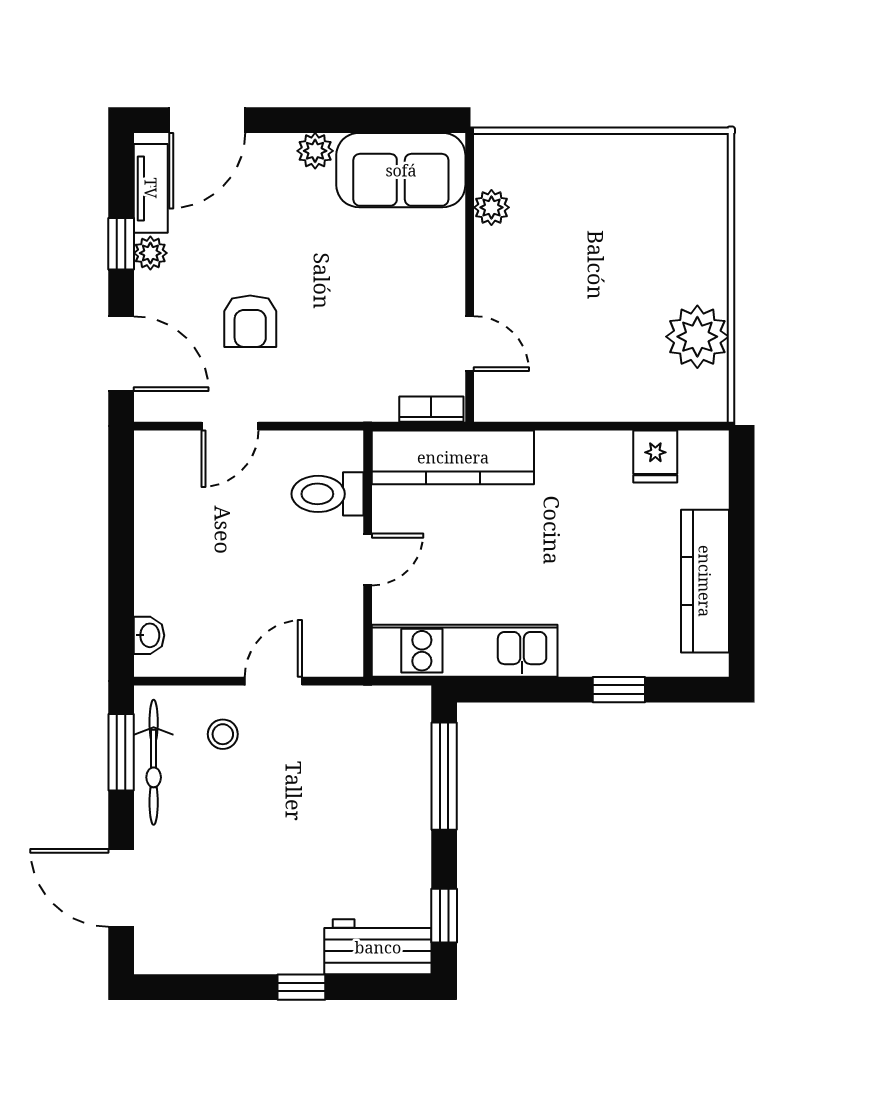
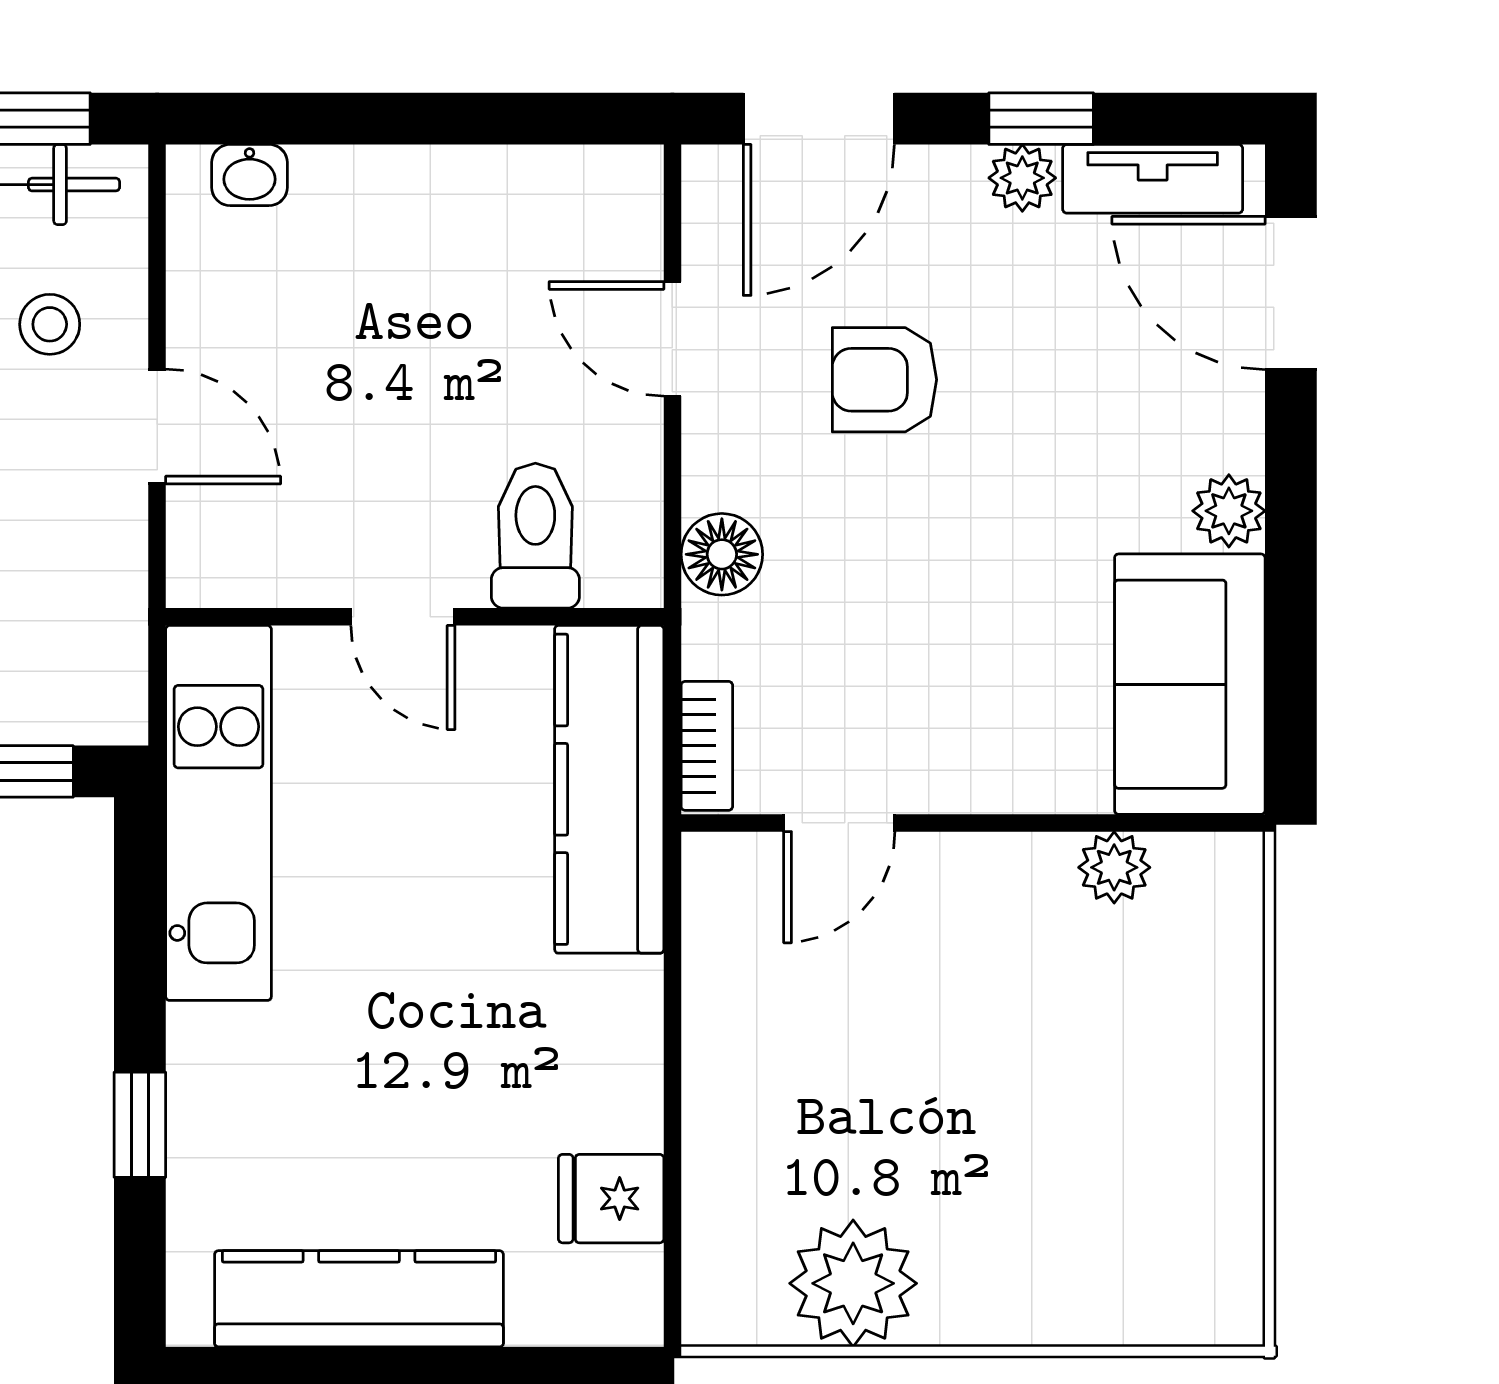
floor lamp: (337, 402) -> (722, 554), added

